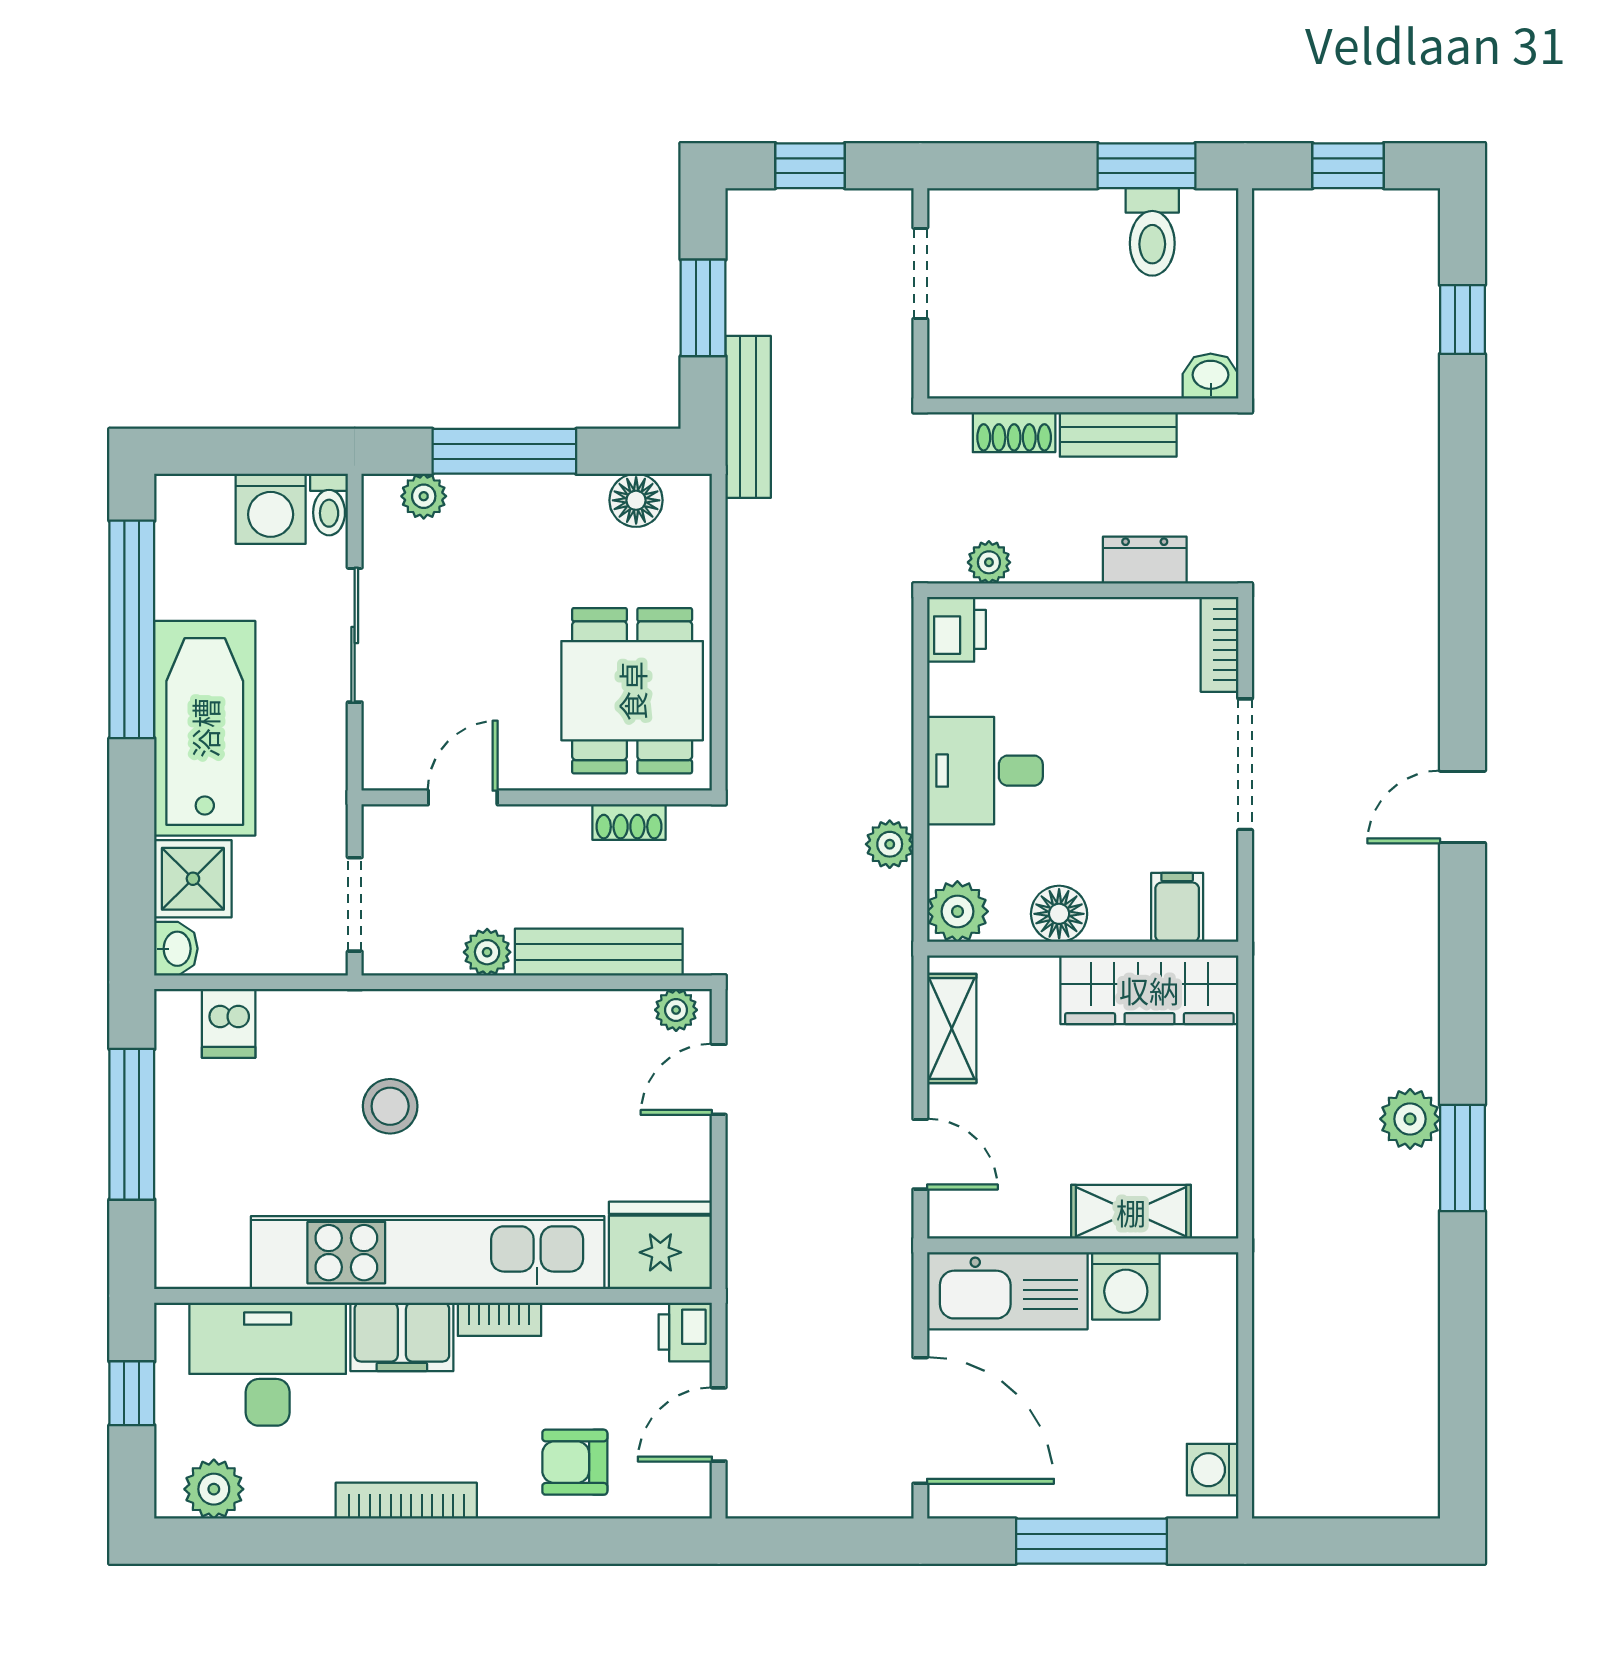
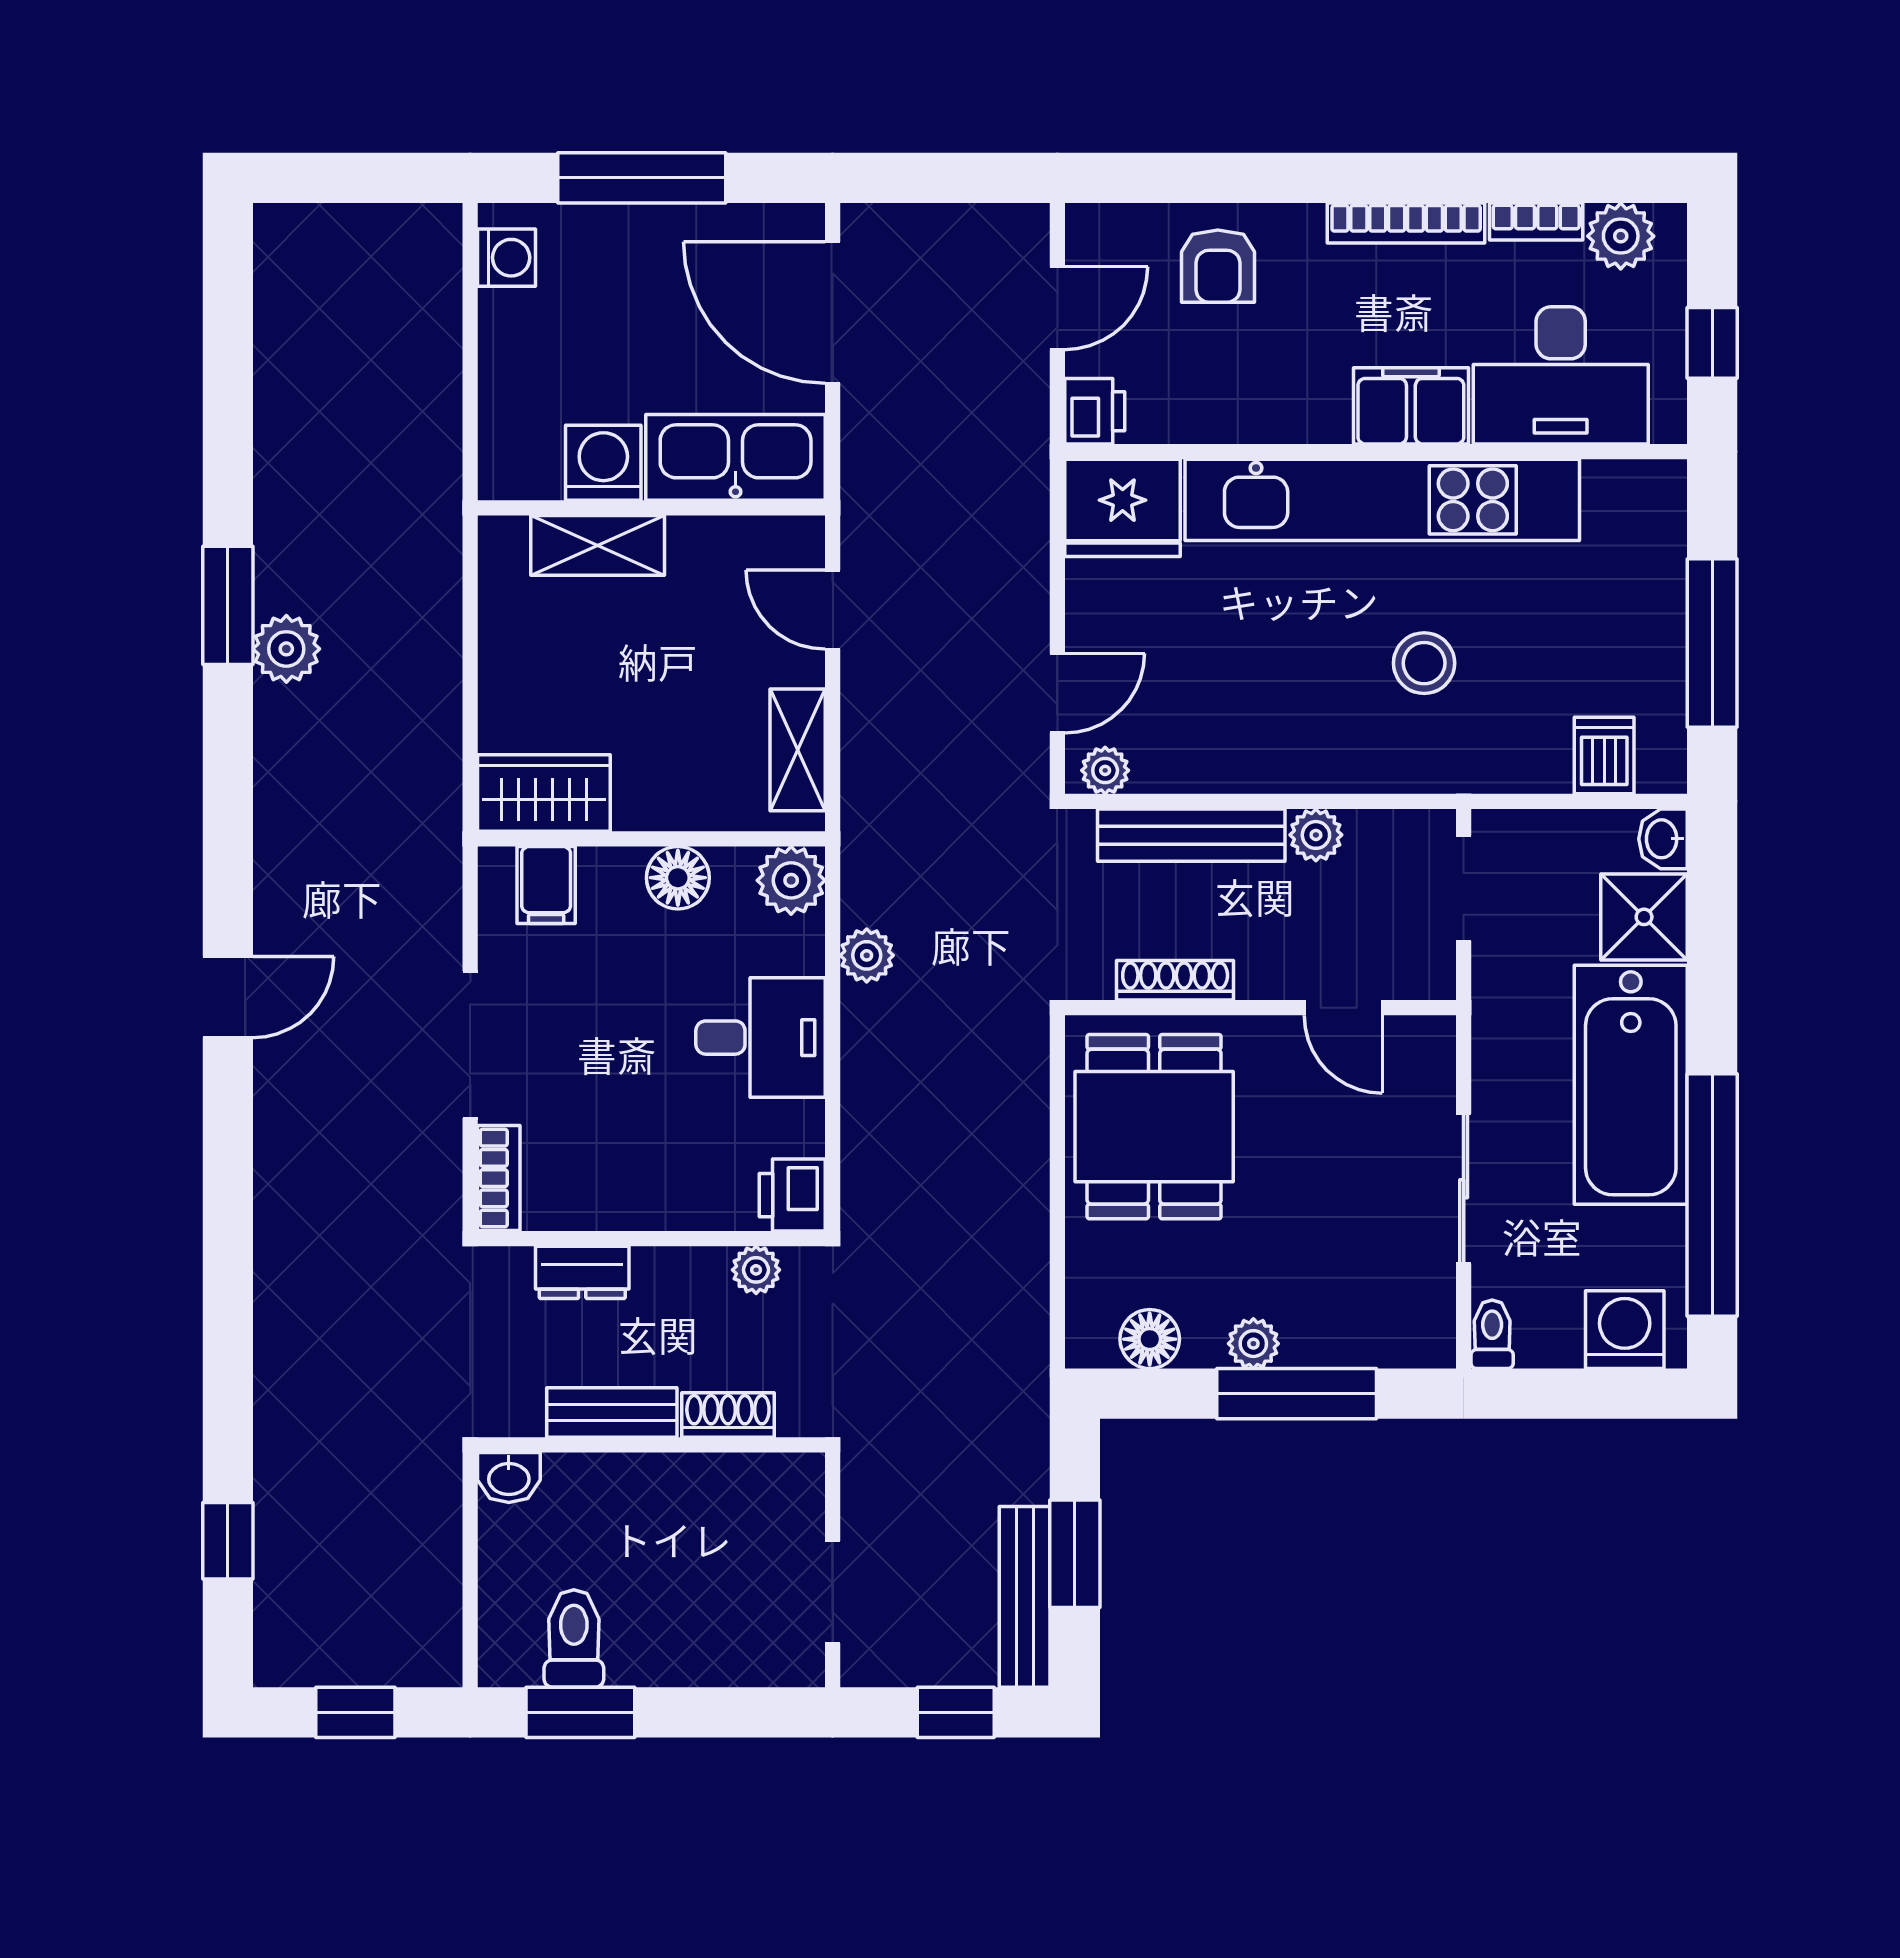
bench: (748, 417) -> (1025, 1597), moved
plant: (424, 496) -> (1253, 1344), moved
washing machine: (271, 509) -> (1625, 1330), moved
door: (463, 797) -> (1343, 1008), hinge flipped
shoe rack: (629, 822) -> (1175, 980), width x1.43
wardrobe: (1149, 990) -> (544, 793), width x0.67
bookcase: (499, 1319) -> (1536, 222), moved, turned 180
armchair: (575, 1462) -> (1218, 266), turned 90

